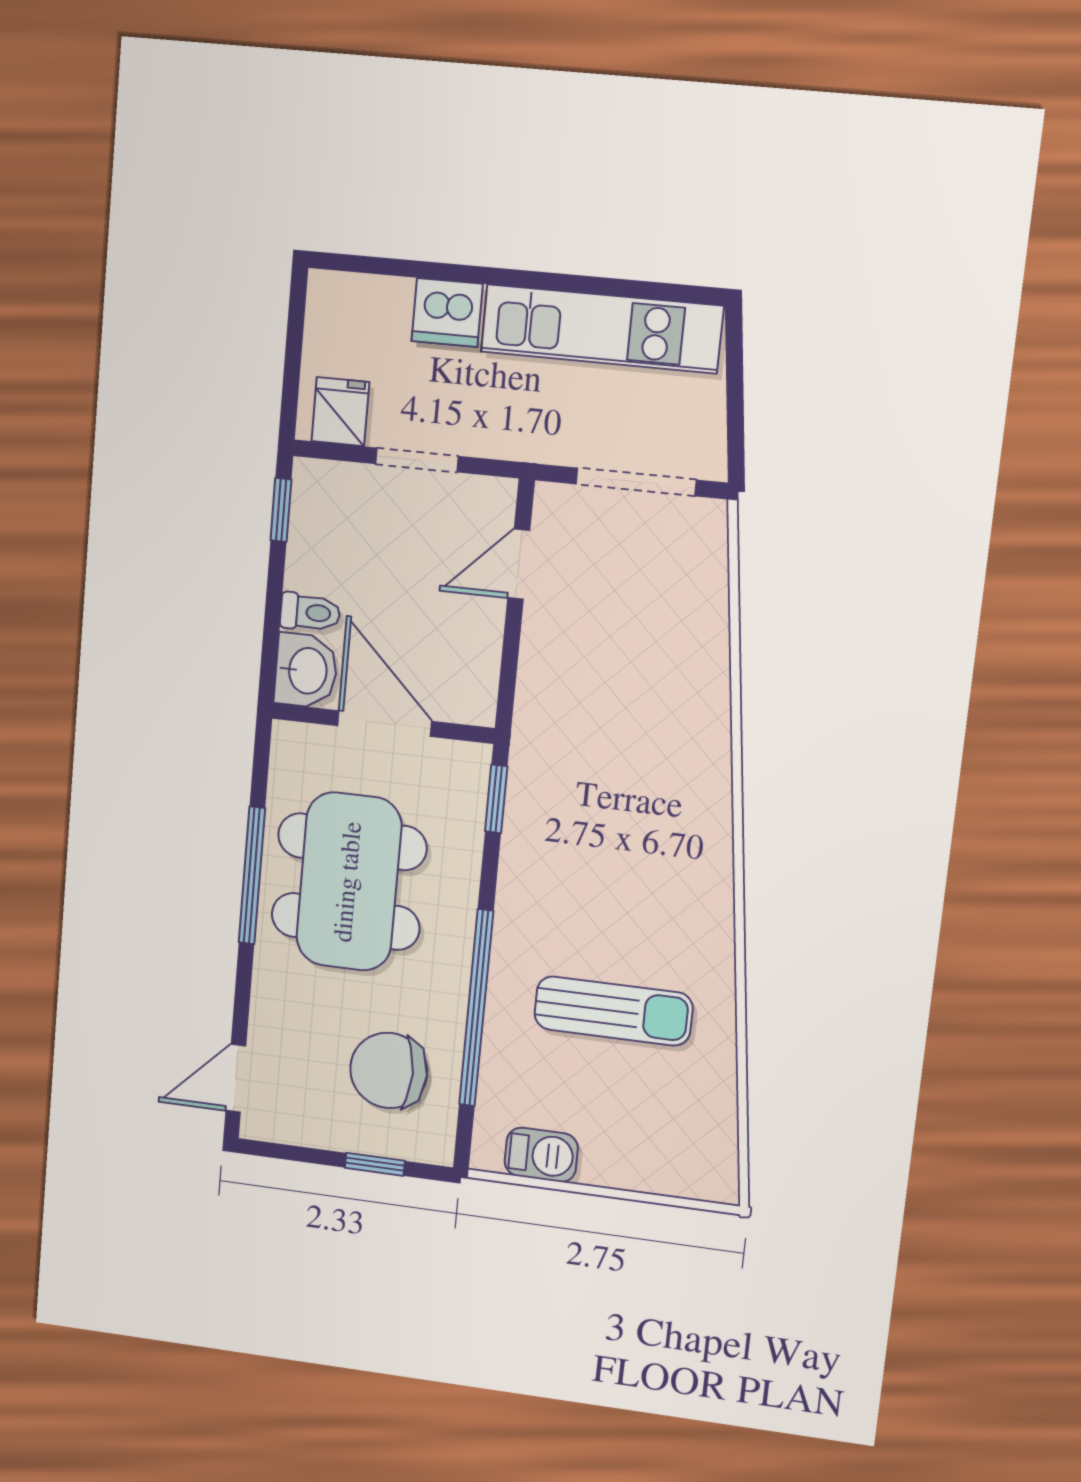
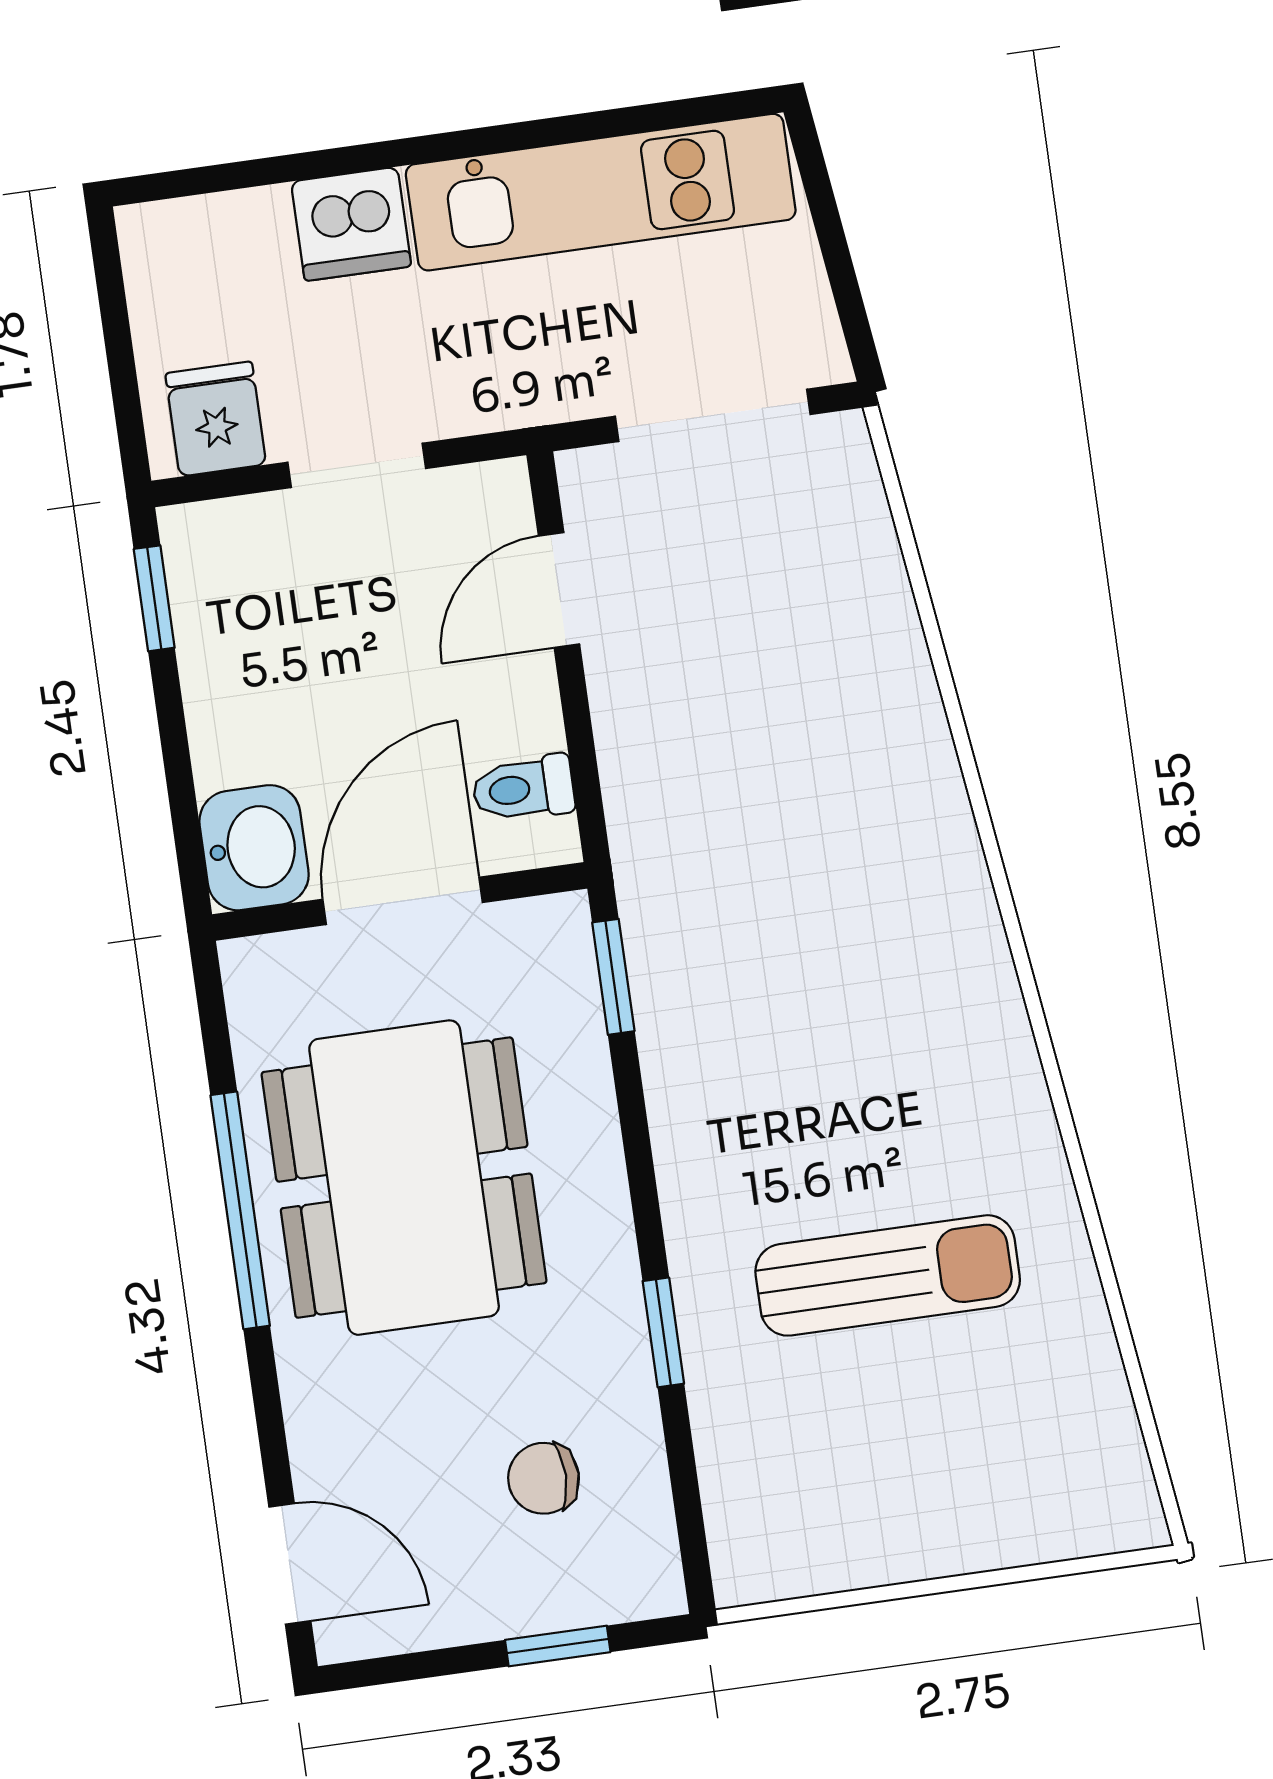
toilet: (310, 612) -> (523, 789), moved, turned 180
door: (385, 724) -> (403, 901), hinge flipped
window: (476, 1008) -> (663, 1332), width x0.32
chair: (389, 1070) -> (544, 1478), width x0.54, depth x0.54
door: (236, 1078) -> (290, 1564), swing flipped
barbecue: (541, 1155) -> (830, 1551), removed

